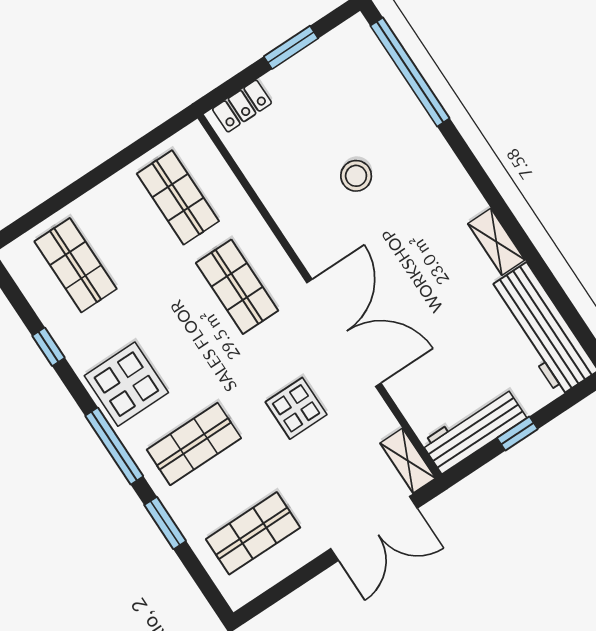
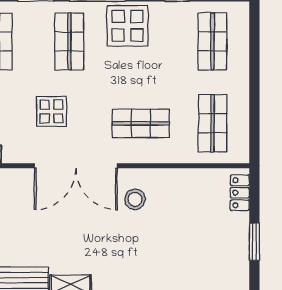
stool: (356, 176) -> (135, 199), moved
shop shelf: (178, 197) -> (213, 123), turned 90
shop shelf: (76, 265) -> (213, 41), turned 90

